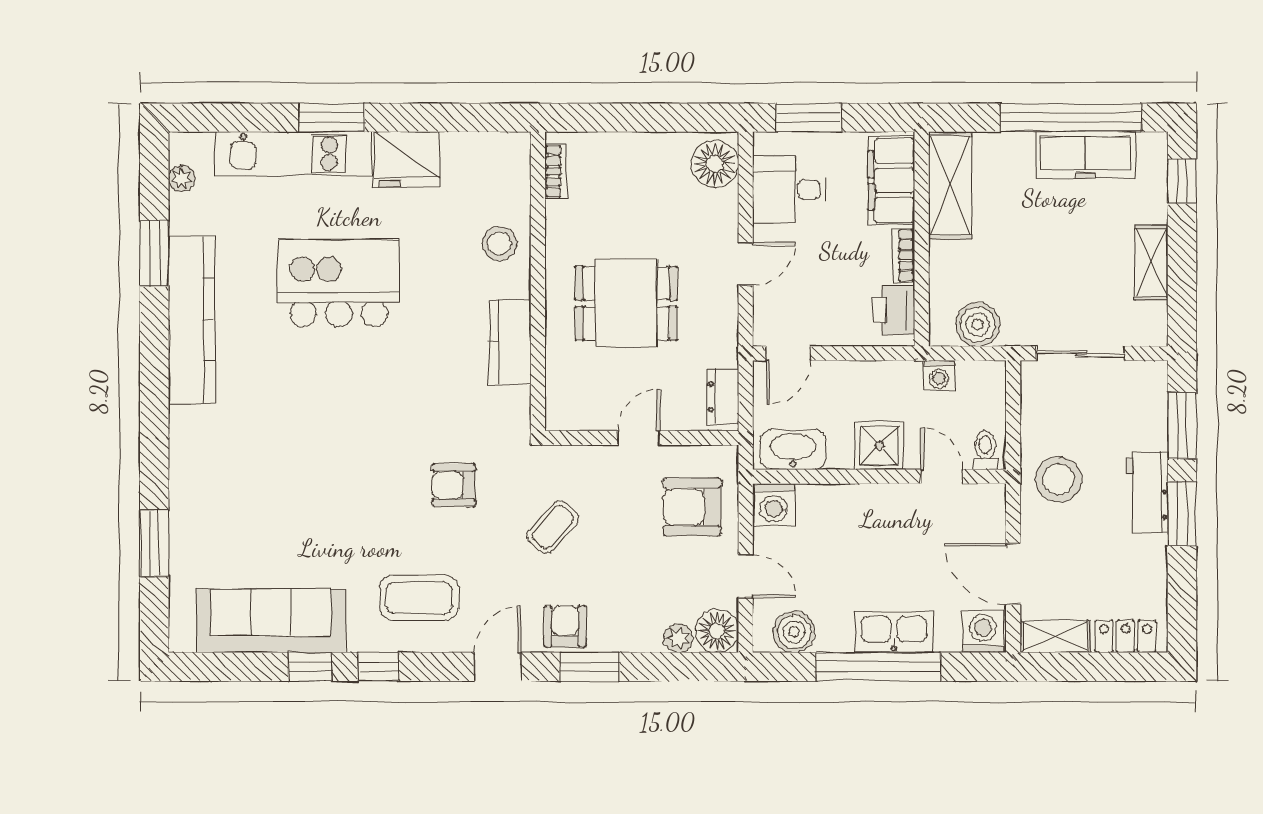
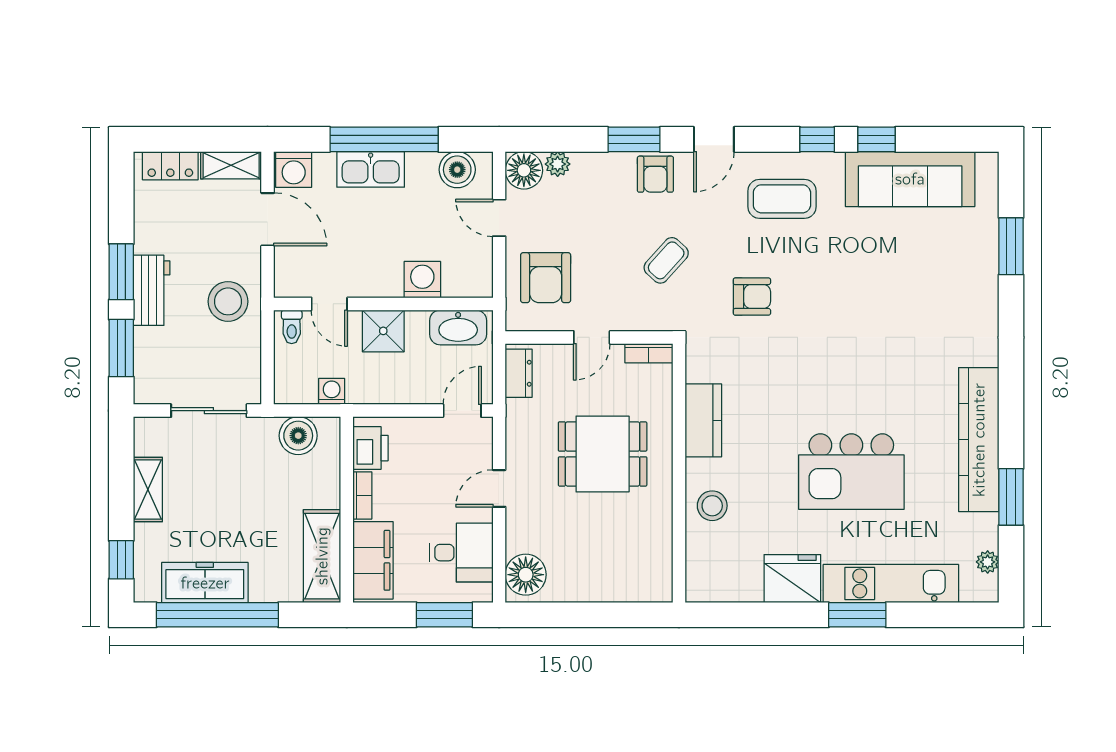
bookcase: (556, 171) -> (649, 353), moved, turned -90
washing machine: (774, 505) -> (422, 280), moved
armchair: (692, 507) -> (546, 278), turned 90

